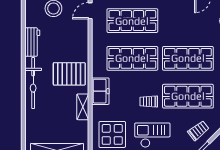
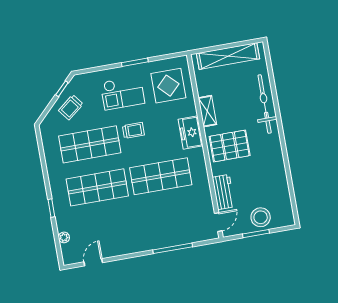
shop shelf: (132, 21) -> (168, 219), removed
workbench: (32, 42) -> (224, 192), moved, turned 180
bicycle: (33, 83) -> (265, 104), moved

